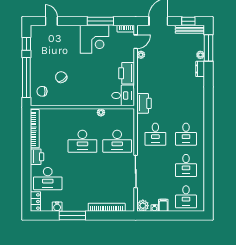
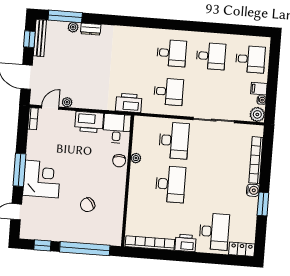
window: (100, 21) -> (19, 170), moved
corner desk: (94, 39) -> (42, 179), moved
door: (136, 42) -> (50, 107), hinge flipped
chair: (42, 91) -> (119, 161), moved
water cooler: (57, 207) -> (253, 190), moved
window: (72, 216) -> (263, 204), width x0.69

